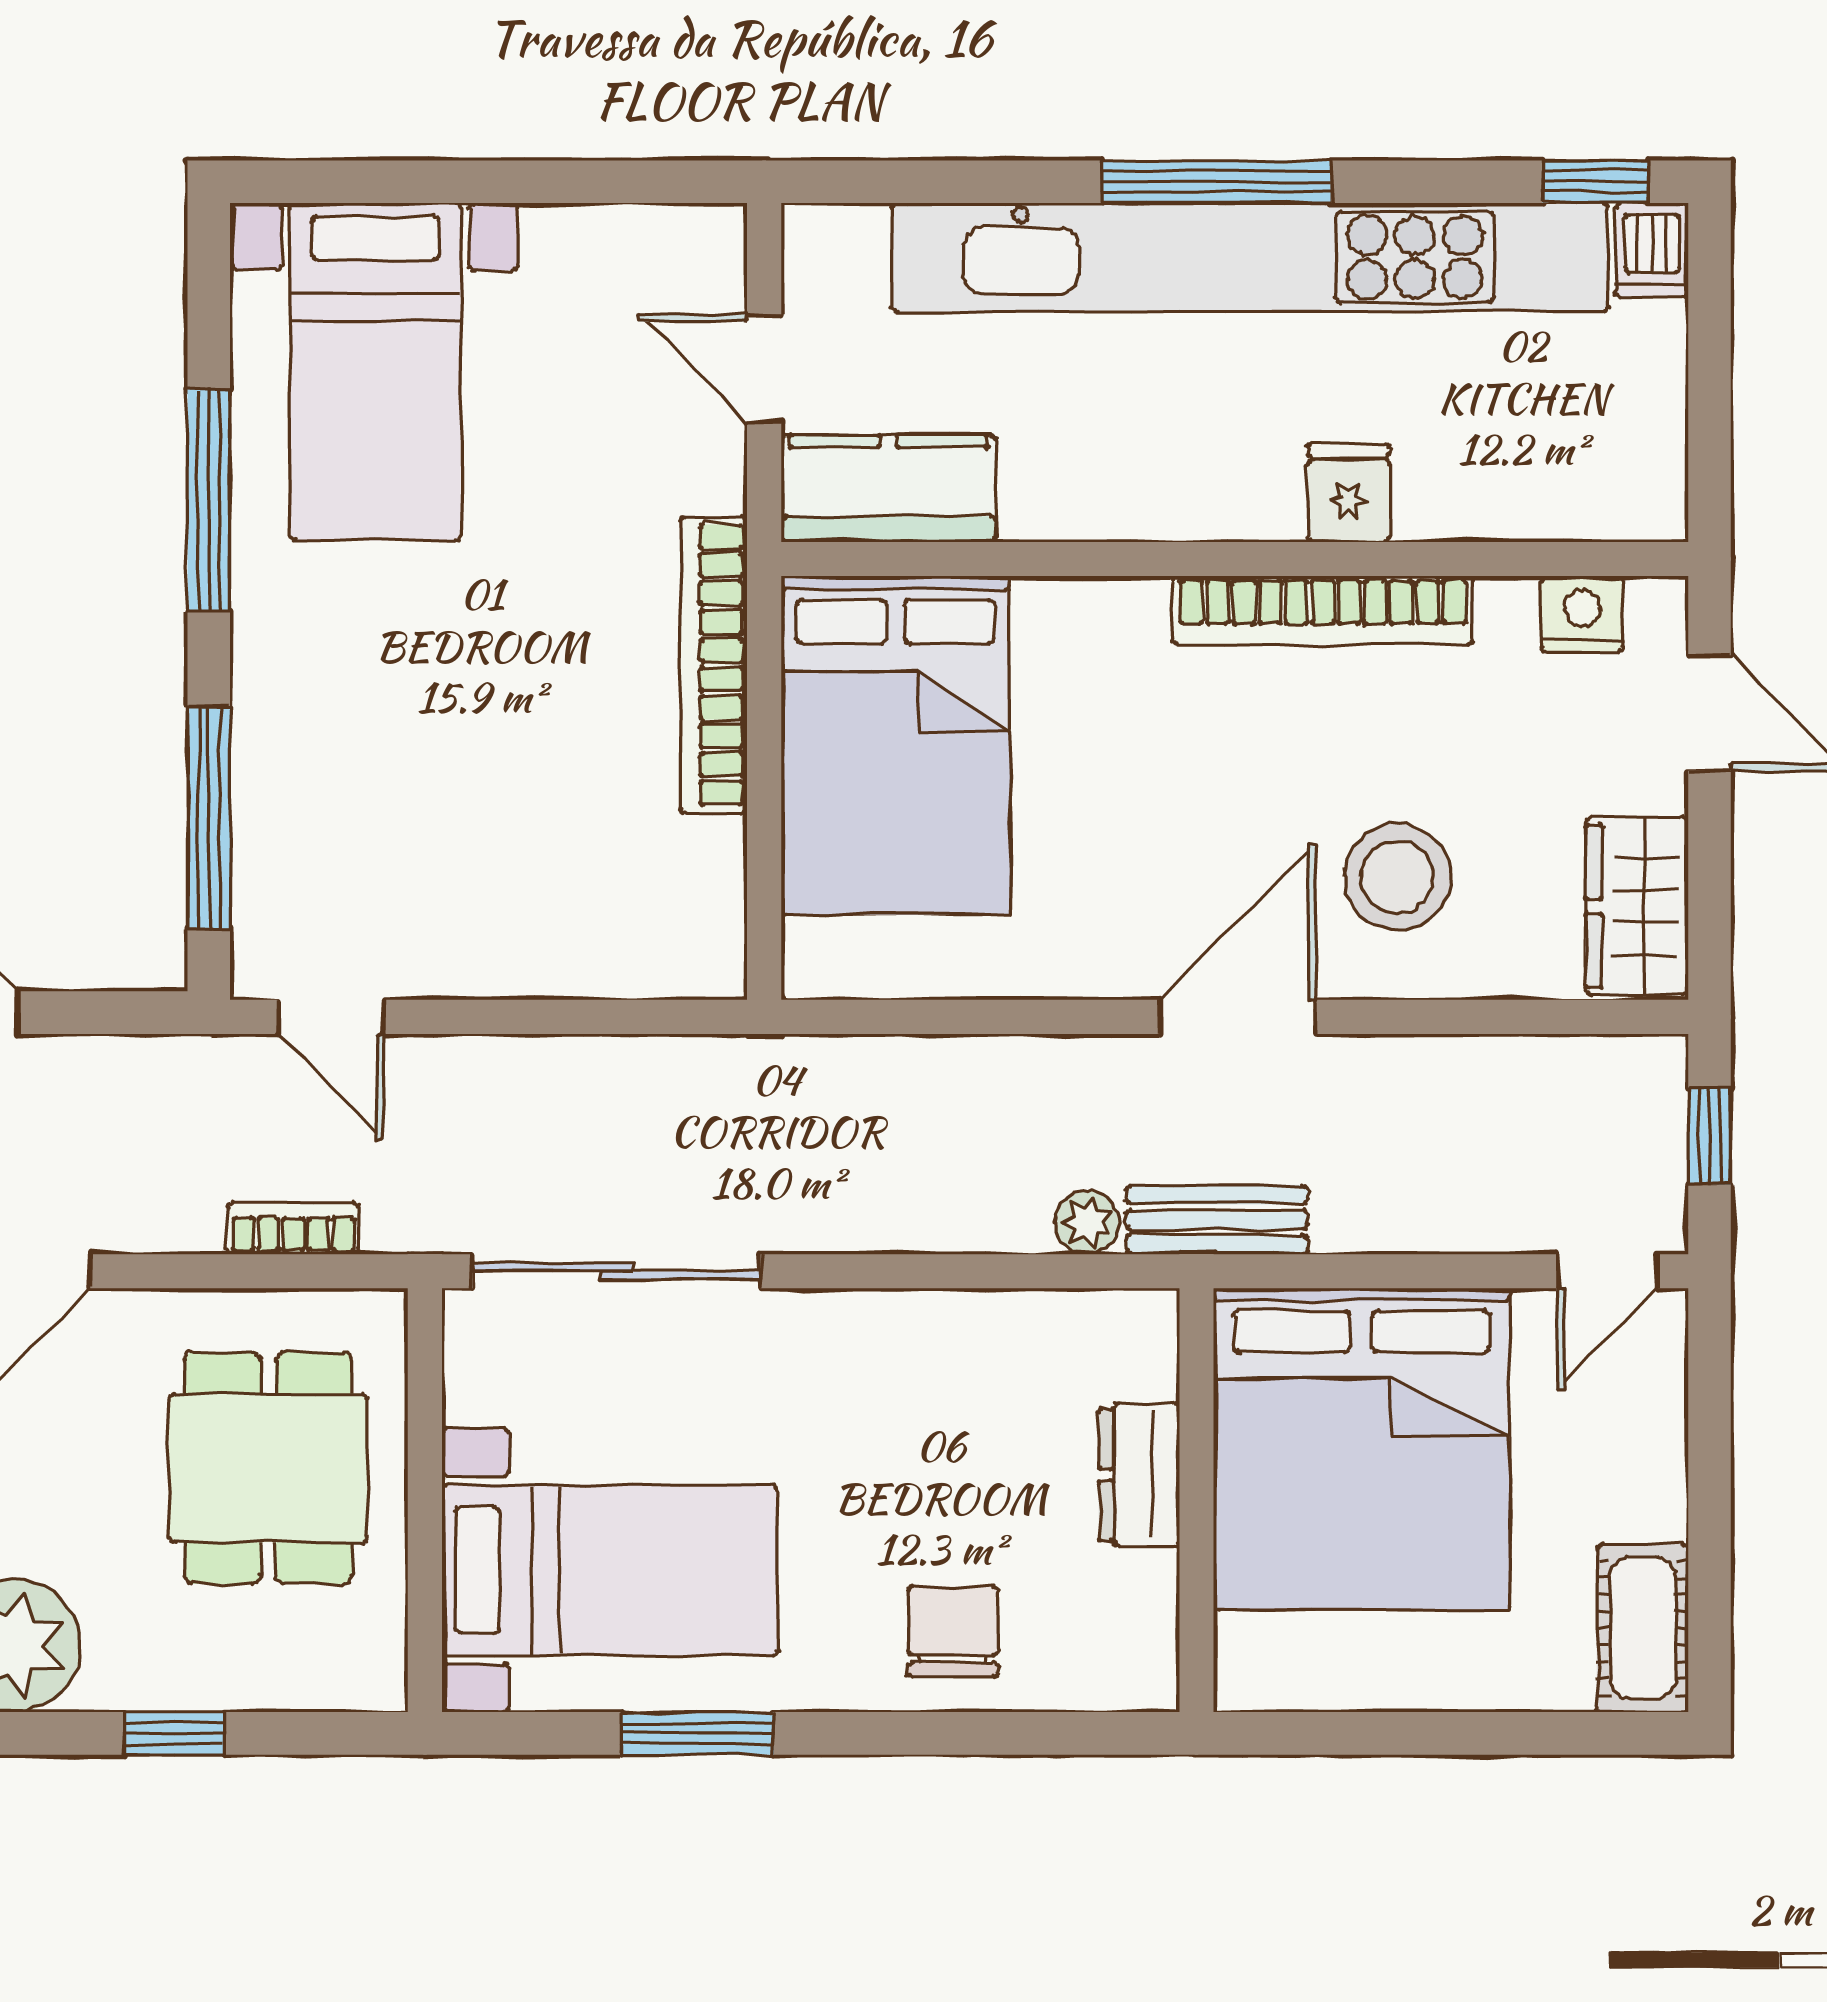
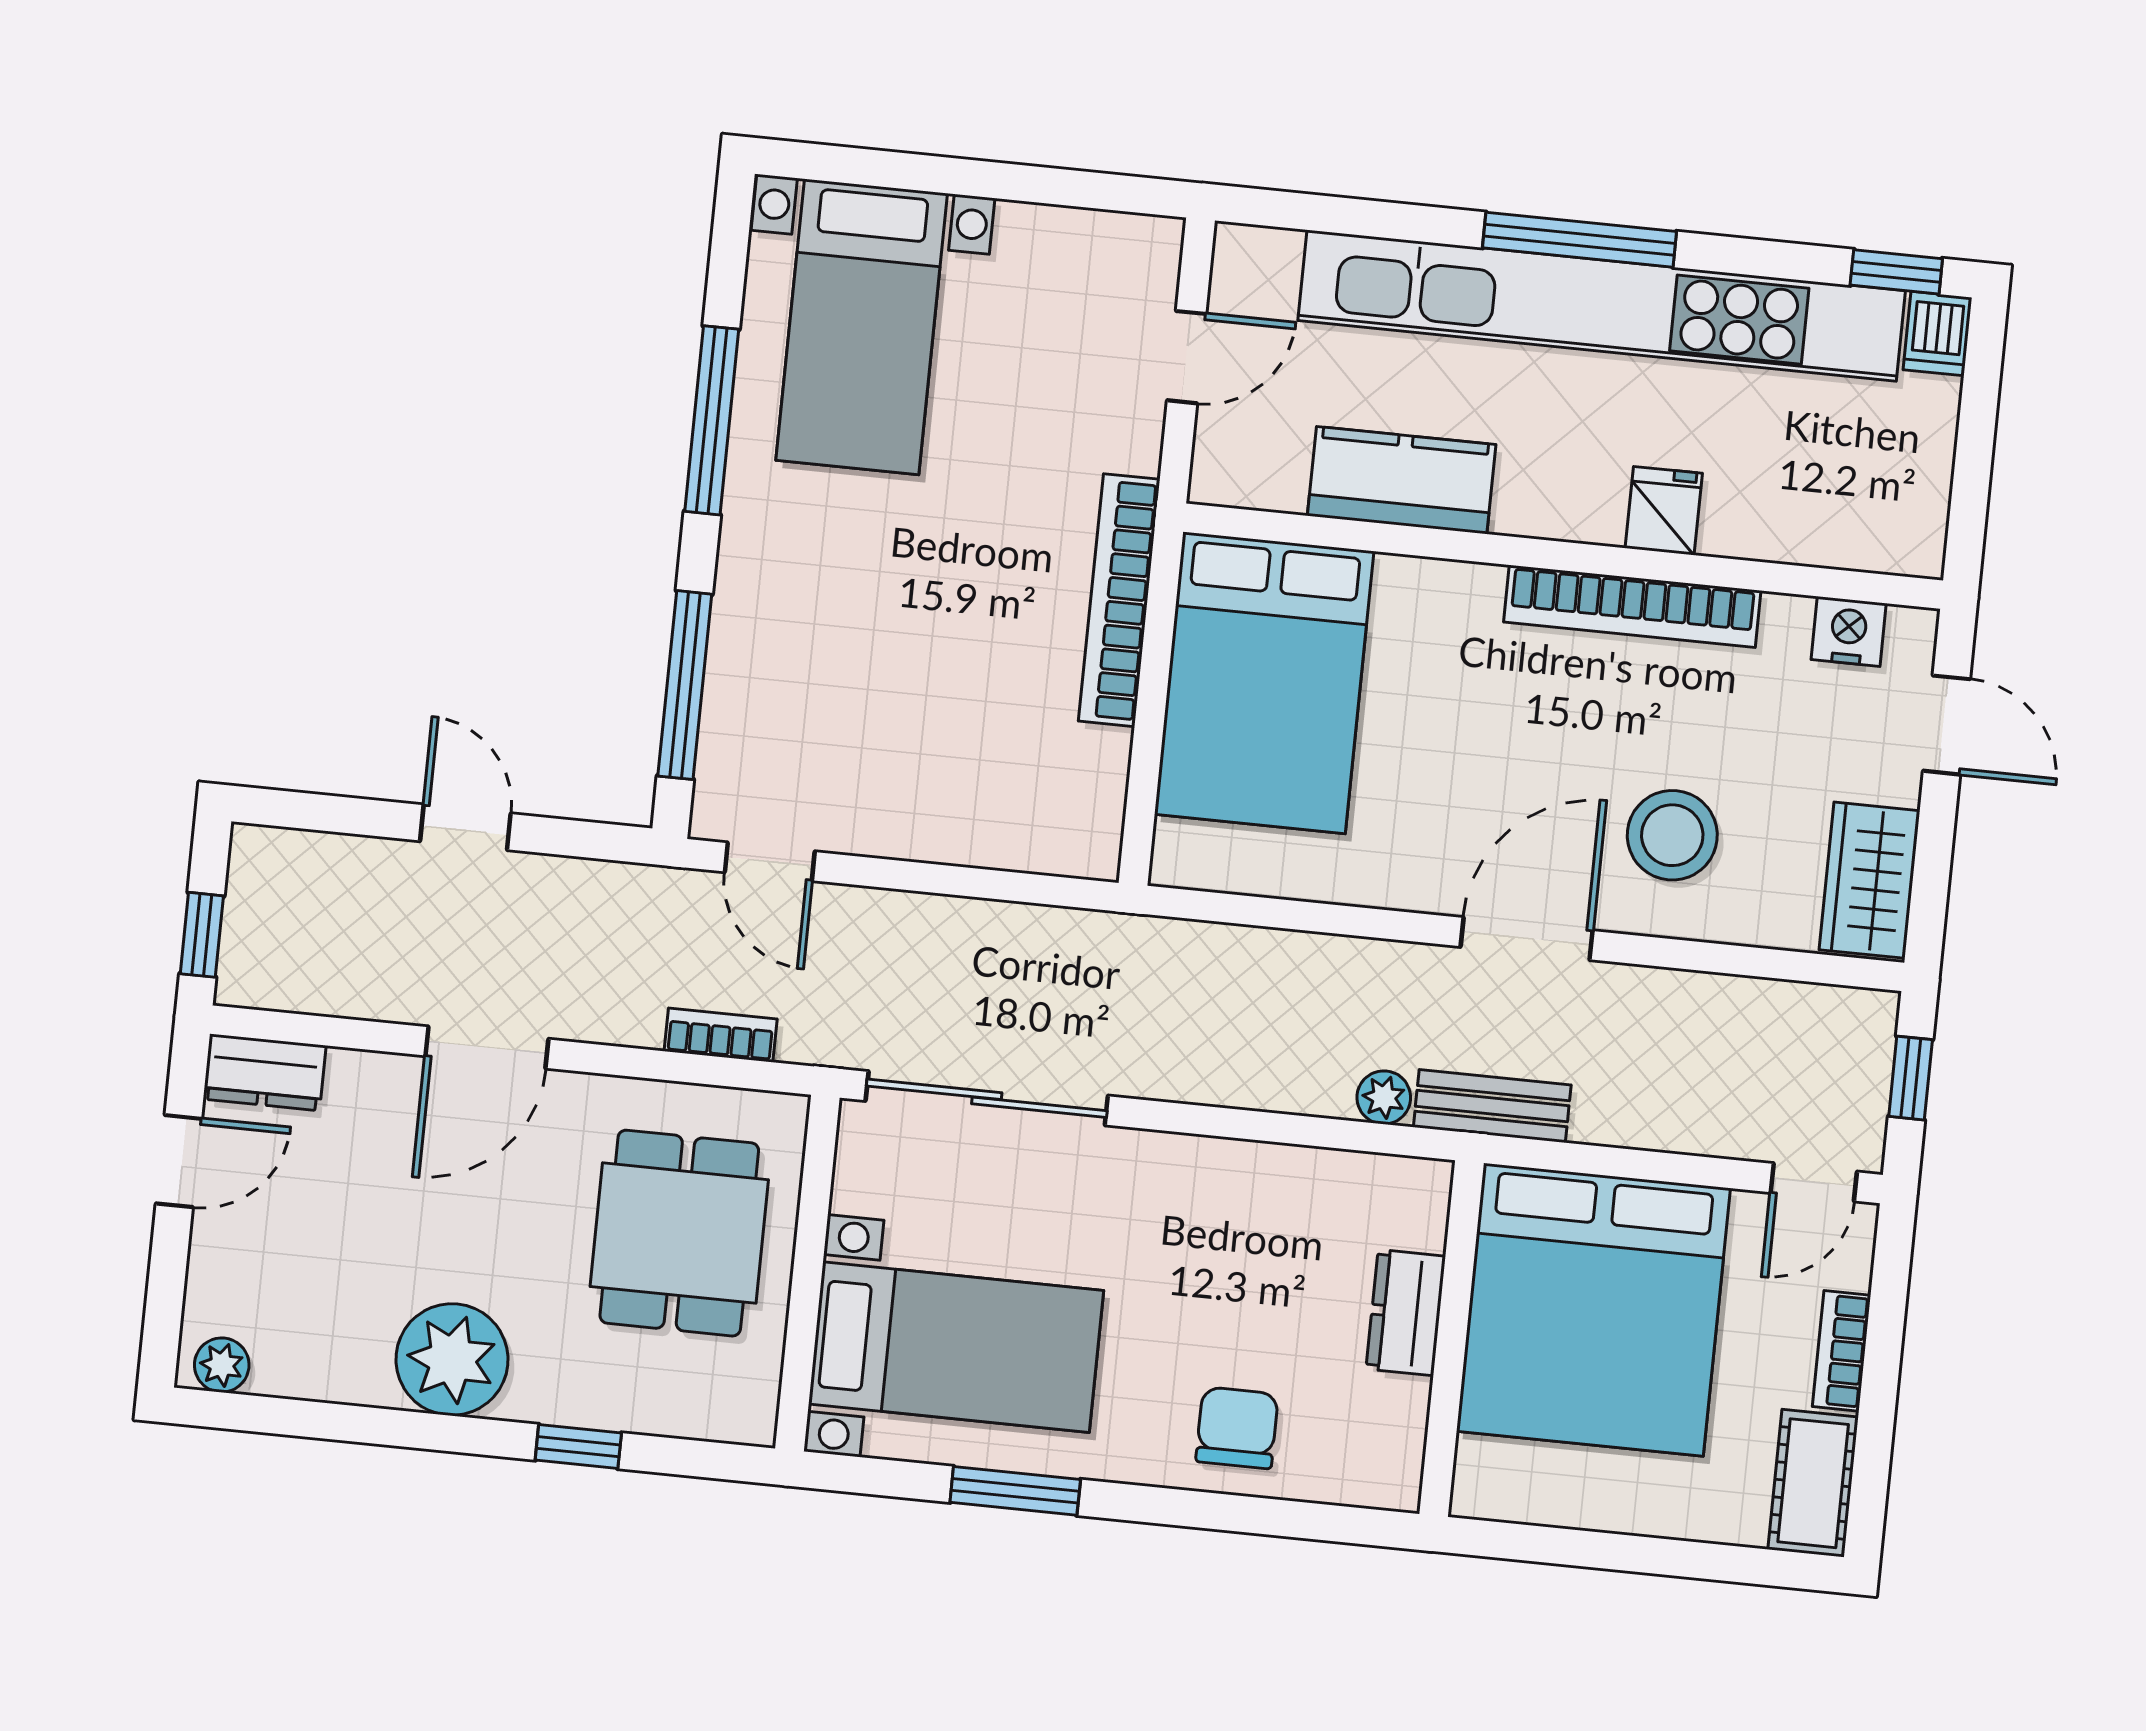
door: (764, 368) -> (1187, 357), swing flipped
kitchen counter: (888, 488) -> (1402, 480), moved
bookcase: (1660, 1468) -> (1842, 1351), added

